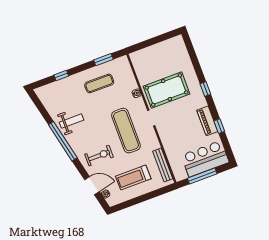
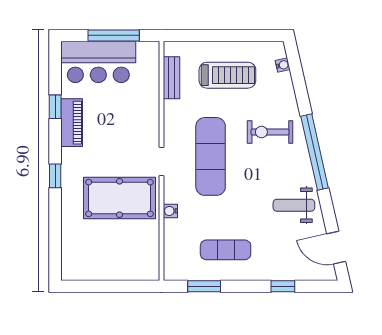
window: (63, 141) -> (315, 152), moved
bench: (163, 165) -> (172, 78), width x0.73
door: (92, 186) -> (336, 248), moved

